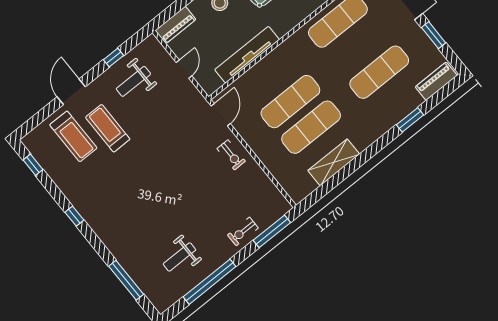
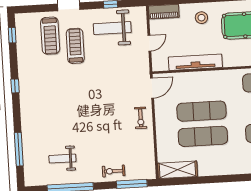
weight bench: (133, 81) -> (112, 28), width x1.36, depth x1.33
shelving: (334, 162) -> (177, 170), moved

